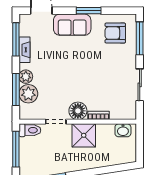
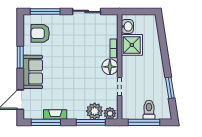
armchair: (115, 33) -> (40, 33), turned 90
plant: (26, 77) -> (110, 113), moved
toilet: (30, 130) -> (149, 110), moved
shower: (84, 135) -> (132, 45), moved

